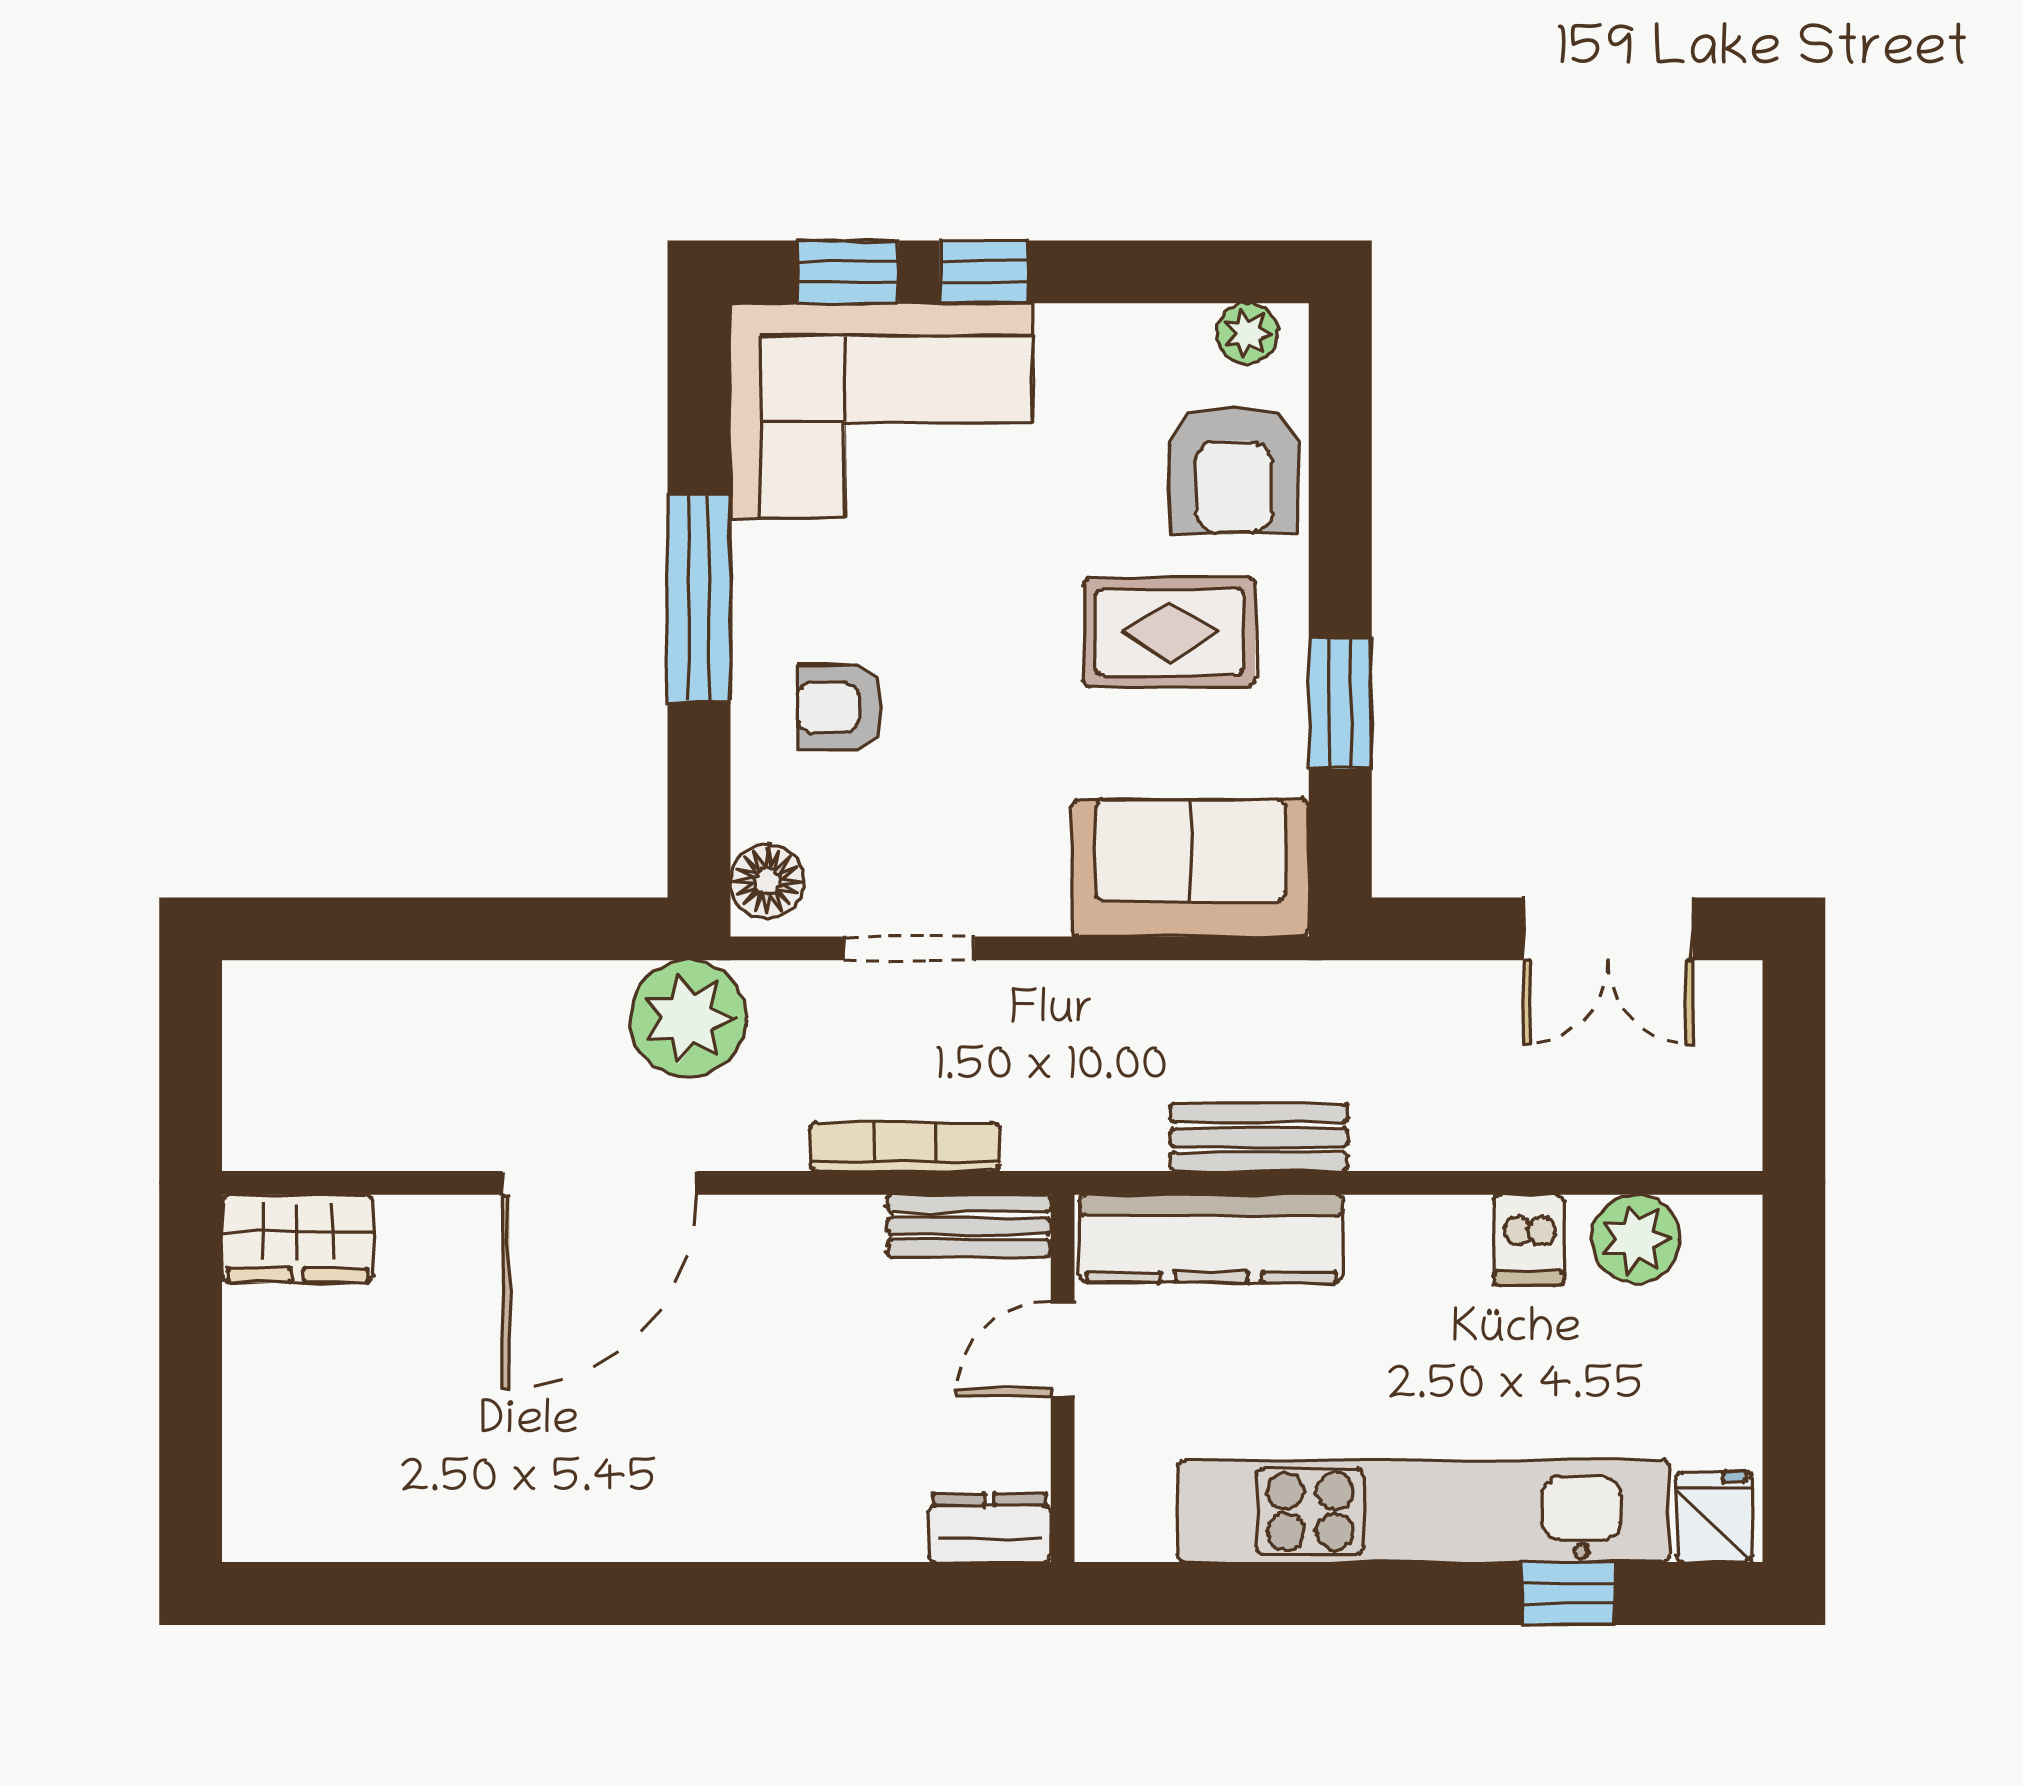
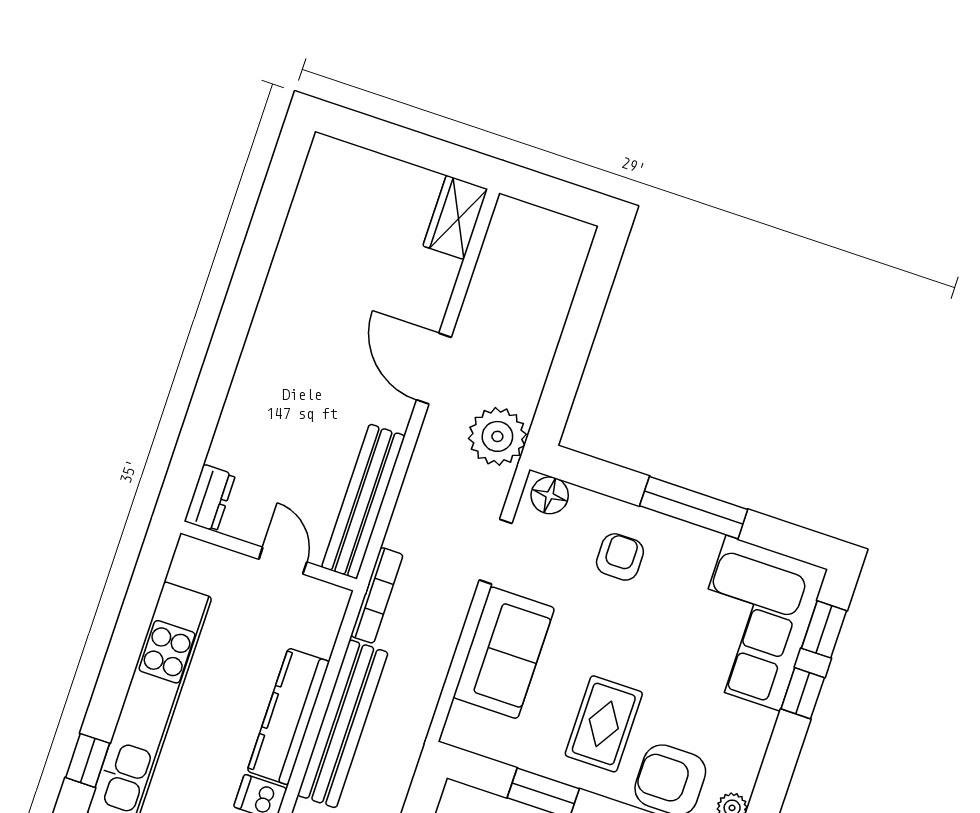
sofa: (1190, 868) -> (504, 653), moved
bench: (1259, 1137) -> (343, 724), width x1.86, depth x1.21
bookcase: (905, 1147) -> (377, 595), moved
door: (600, 1183) -> (434, 369), width x0.73
bench: (969, 1226) -> (363, 502), width x1.86, depth x1.21
kitchen counter: (1211, 1238) -> (288, 716), moved

